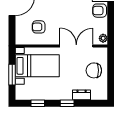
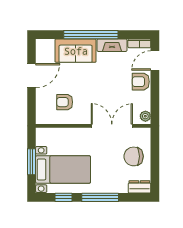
bed with nightstands: (37, 66) -> (63, 169), moved
dresser: (82, 95) -> (139, 187), moved
window: (67, 103) -> (100, 197), width x2.17

